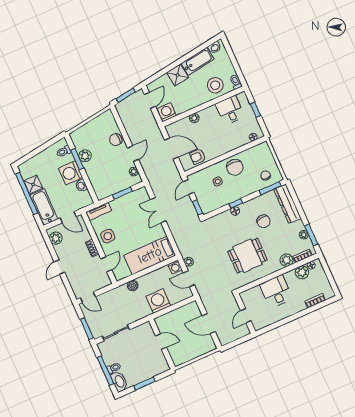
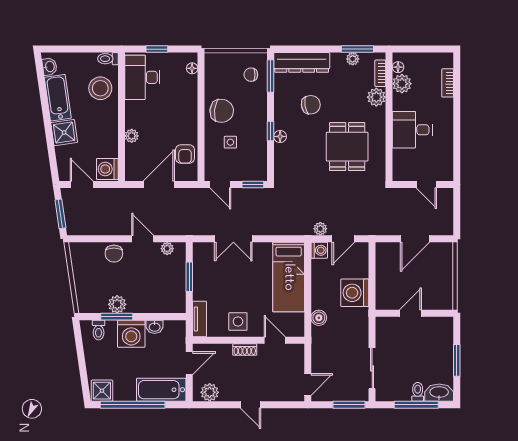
desk: (230, 110) -> (142, 77), width x1.37
shower: (33, 184) -> (102, 391), moved

